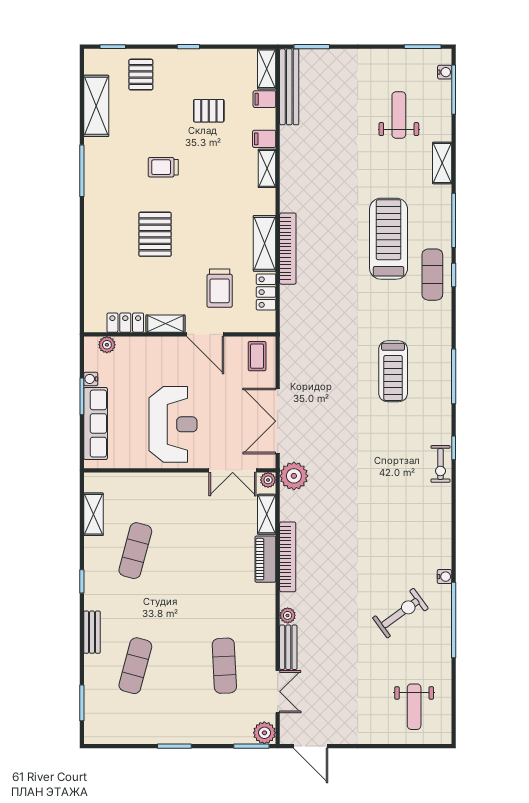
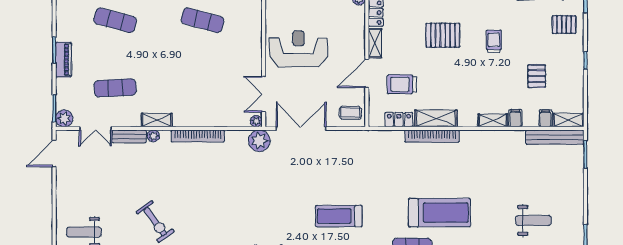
reception desk: (173, 424) -> (298, 49), turned 180
shelving: (267, 514) -> (157, 120), moved
piano: (265, 559) -> (64, 60), moved, turned 90

